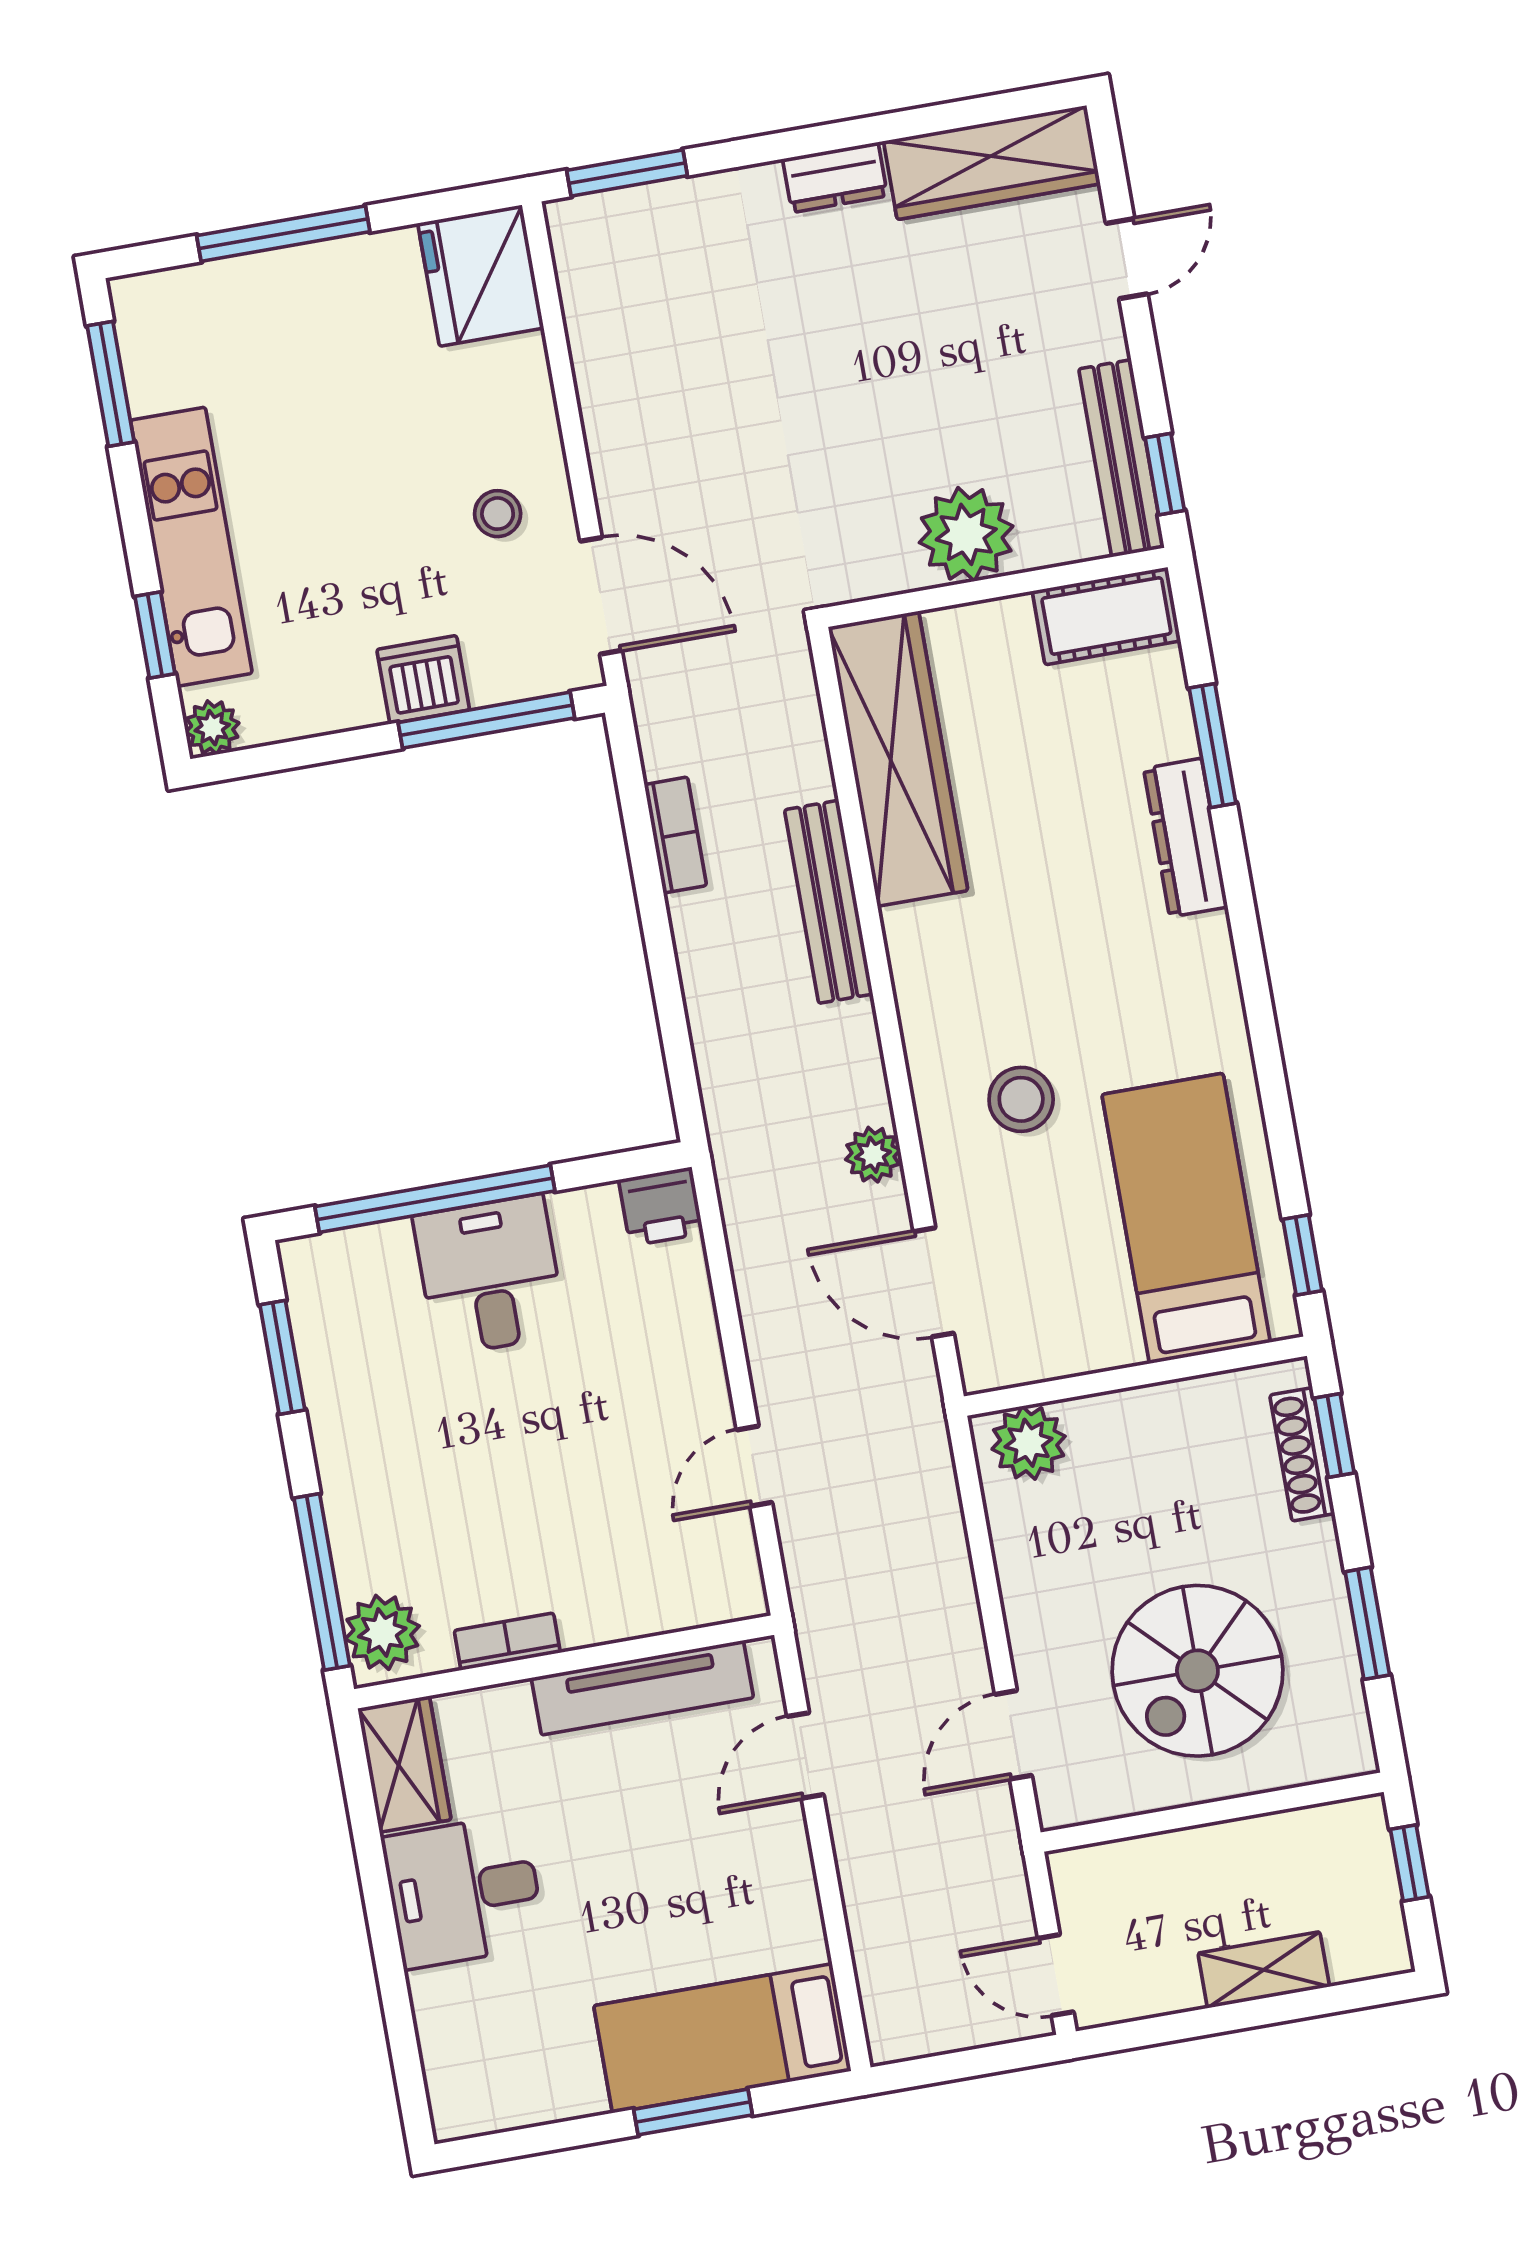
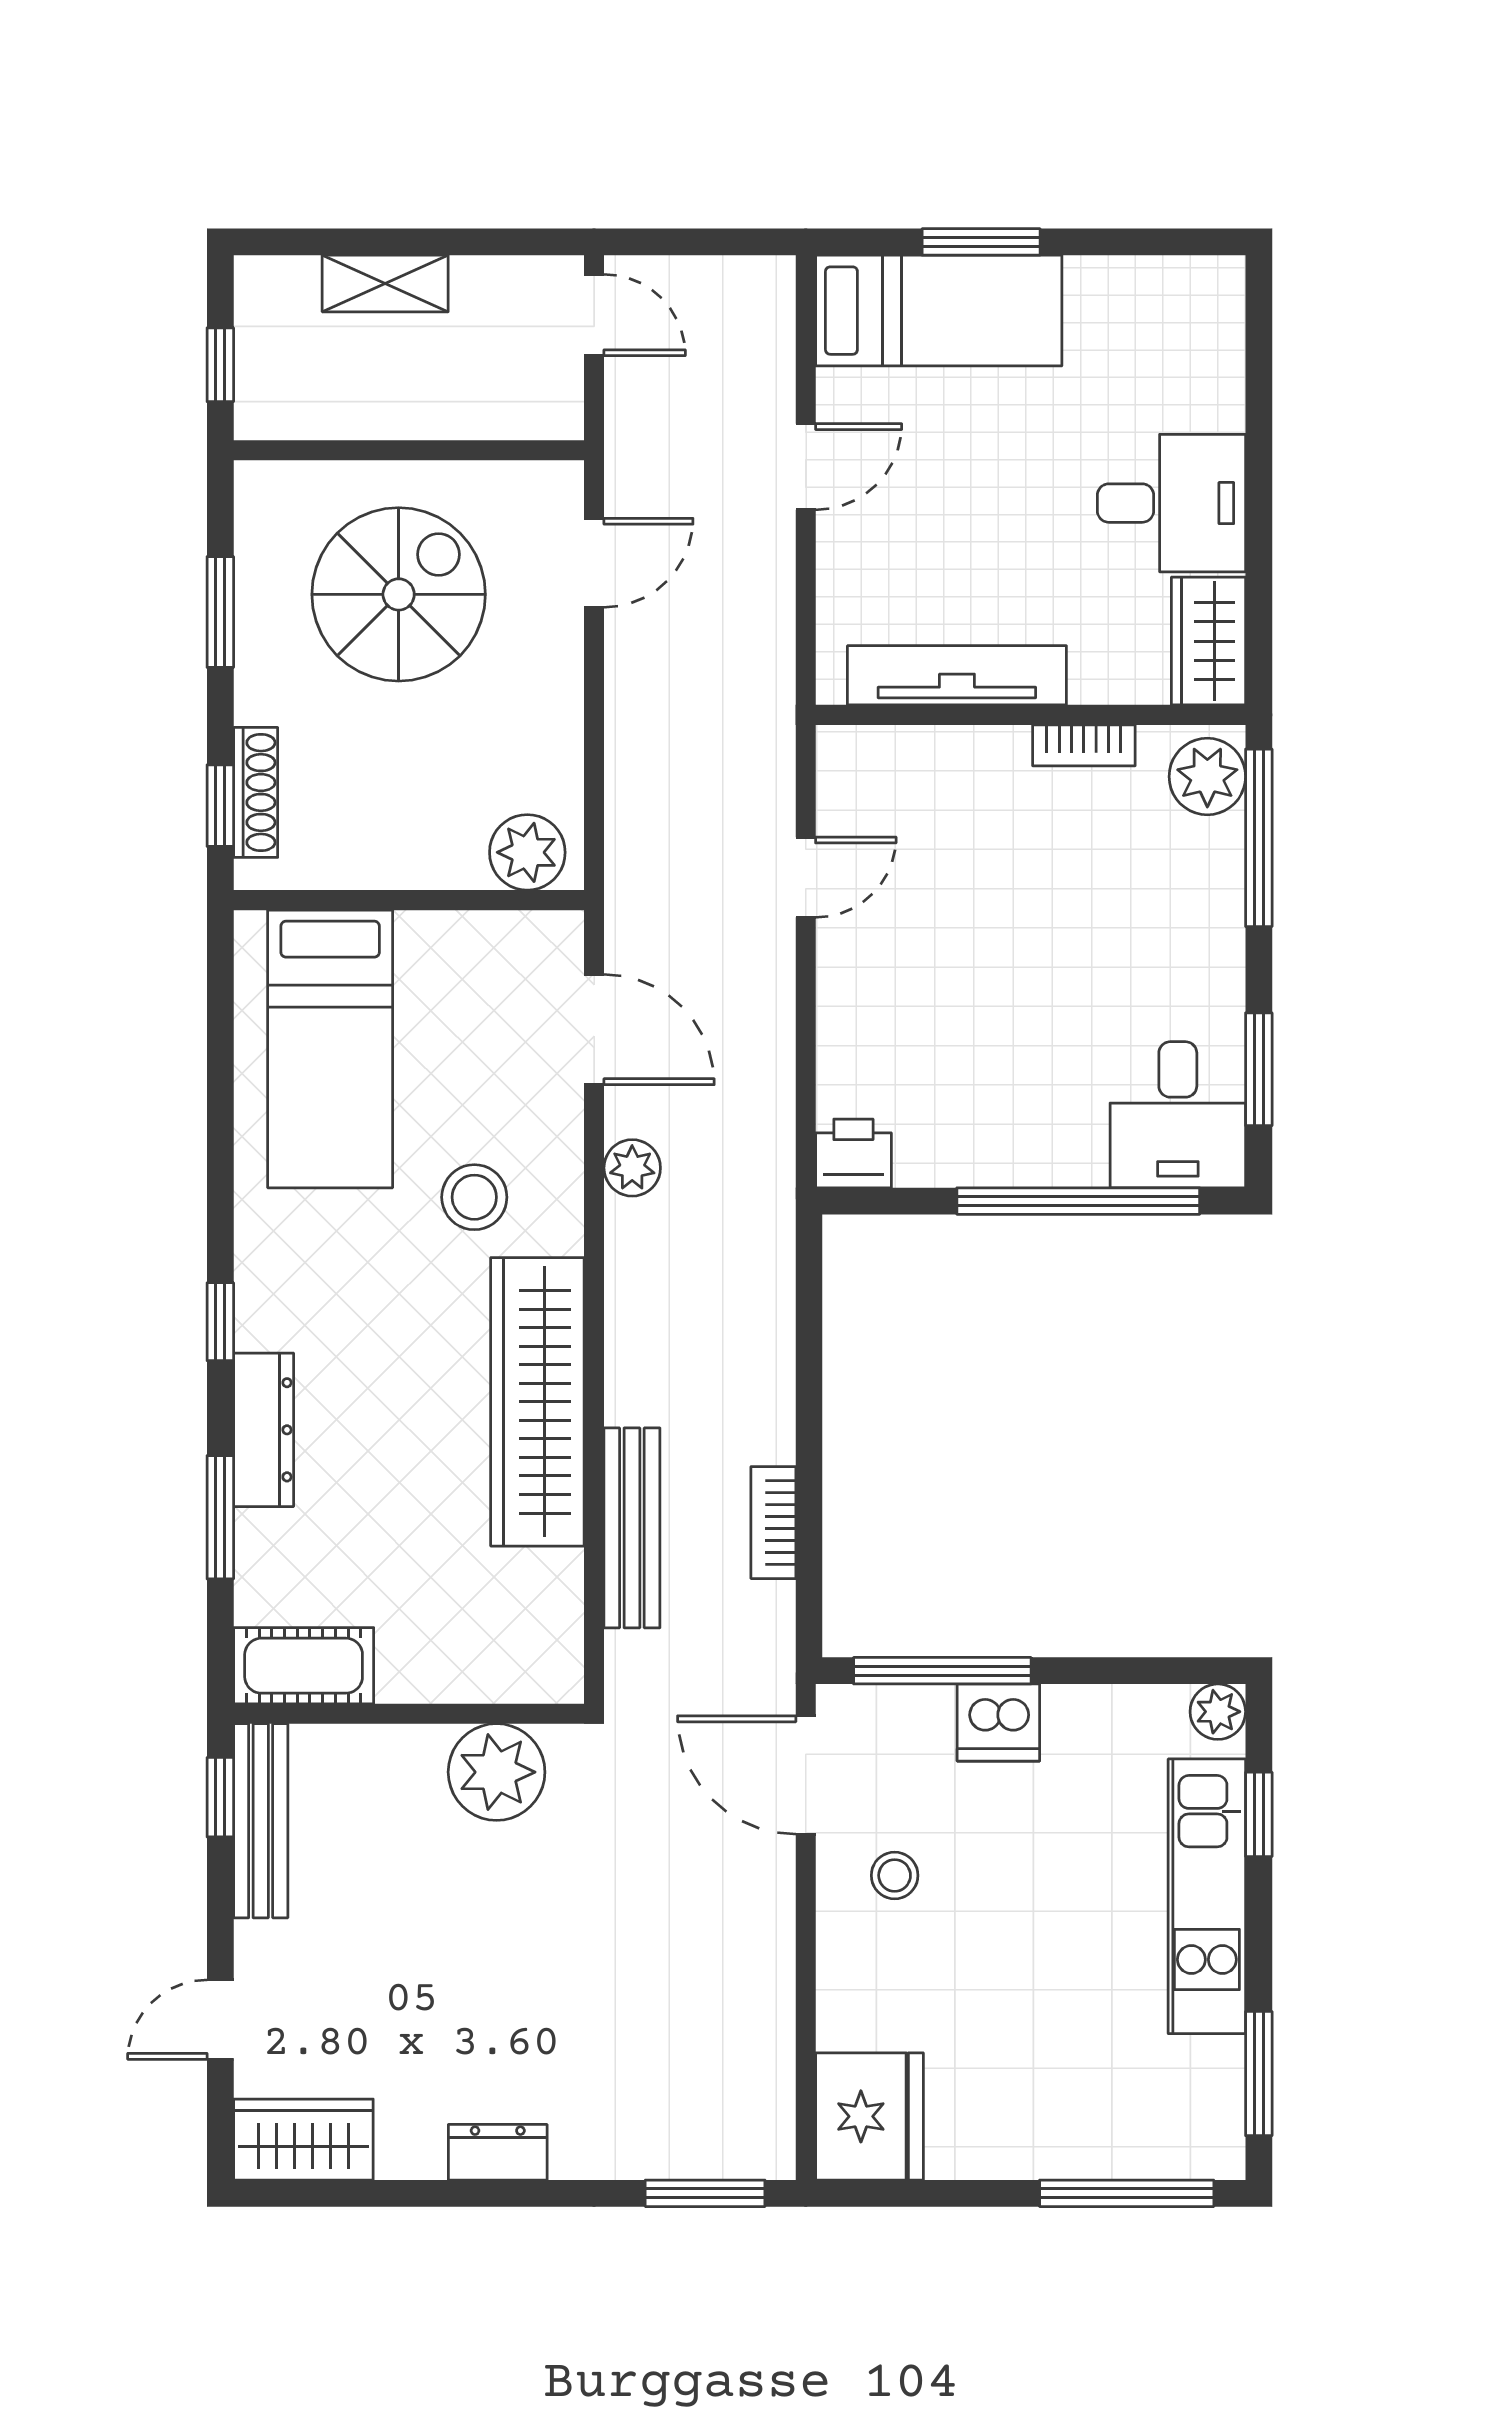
wardrobe: (992, 162) -> (303, 2140), width x0.67
window: (283, 234) -> (1127, 2193), moved
plant: (966, 534) -> (497, 1772), moved
wardrobe: (898, 759) -> (537, 1402), moved
bench: (829, 902) -> (632, 1528), moved
window: (1302, 1255) -> (220, 1322), moved
desk: (490, 1275) -> (1178, 1115), moved
door: (805, 1755) -> (806, 467), moved

